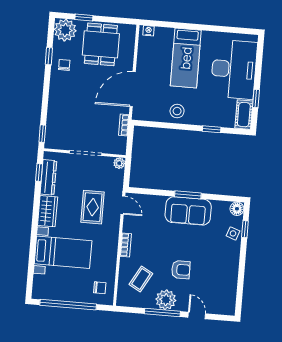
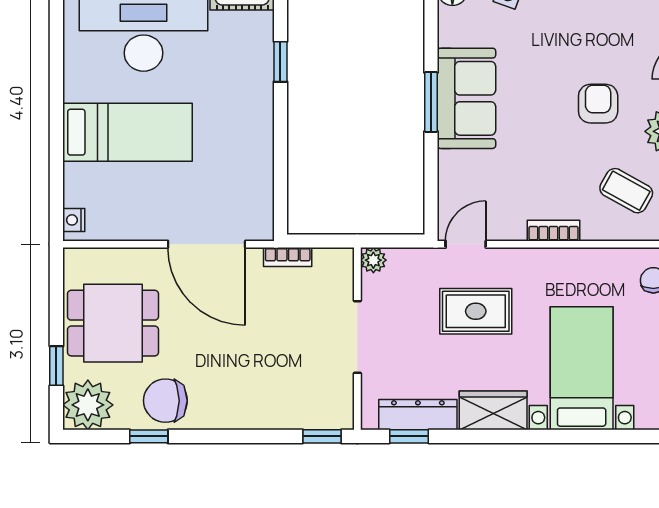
chair: (64, 65) -> (165, 401), width x1.87, depth x1.87
stool: (177, 111) -> (247, 142), removed

